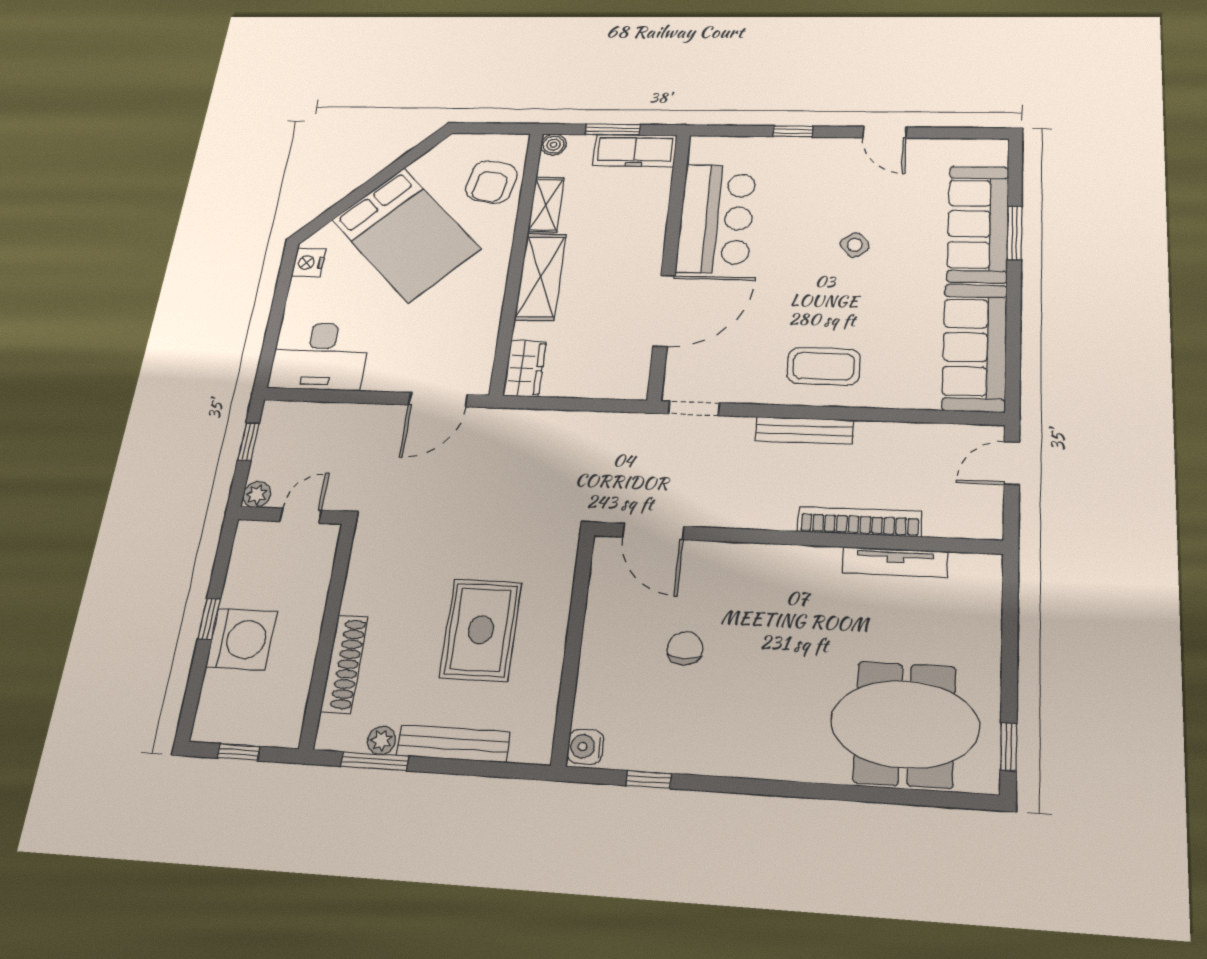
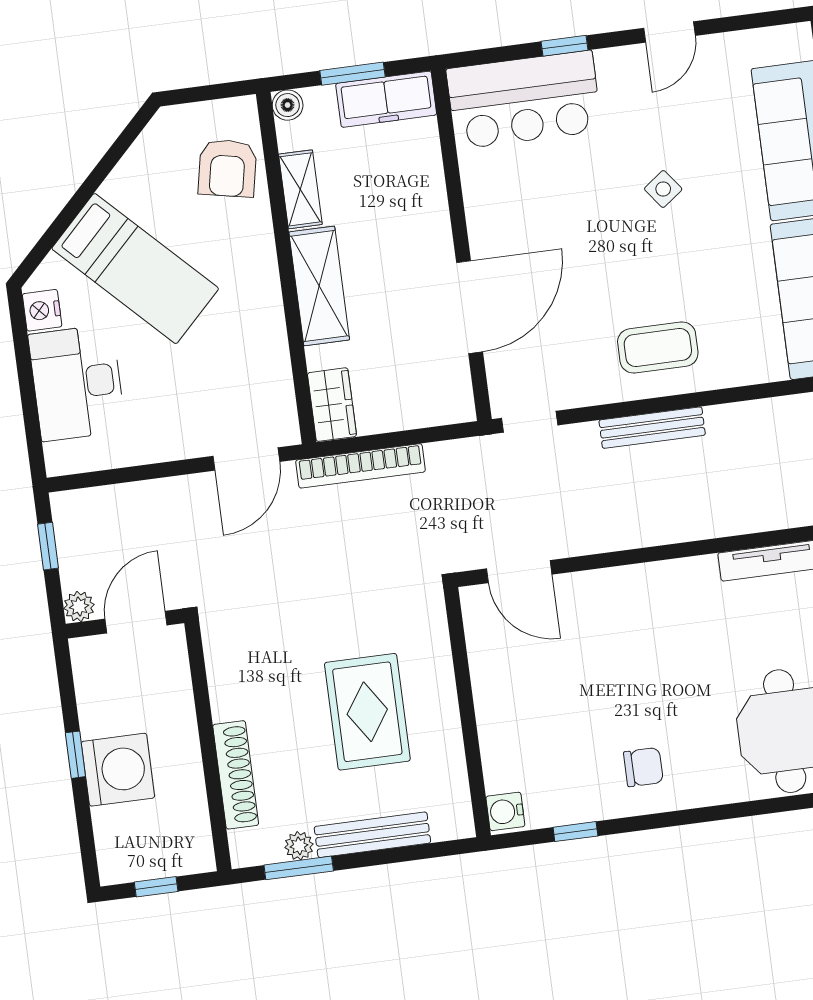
door: (885, 132) -> (670, 32), hinge flipped
bar counter: (716, 218) -> (524, 100), moved, turned 90
bed: (406, 234) -> (135, 269), width x0.67
desk: (320, 356) -> (77, 383), moved, turned 90
door: (301, 516) -> (136, 622), width x1.37
bookcase: (860, 522) -> (361, 466), moved, turned 180
chair: (685, 648) -> (643, 767), moved, turned 90

